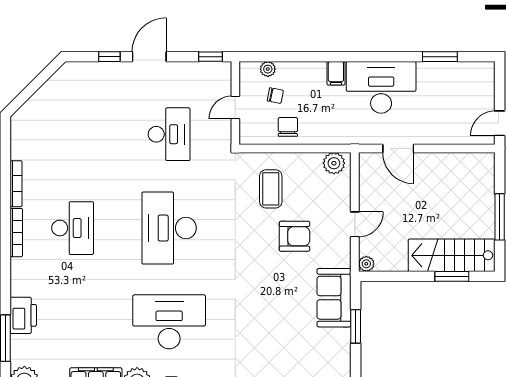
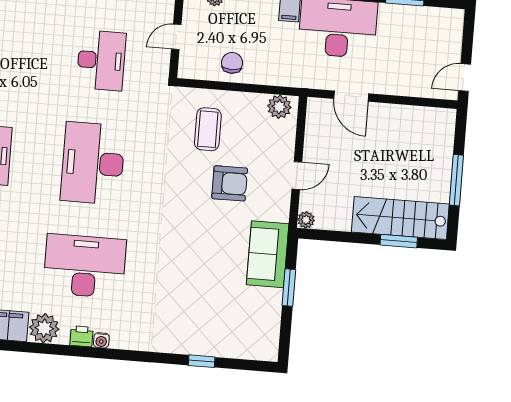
chair: (275, 96) -> (221, 27), removed

